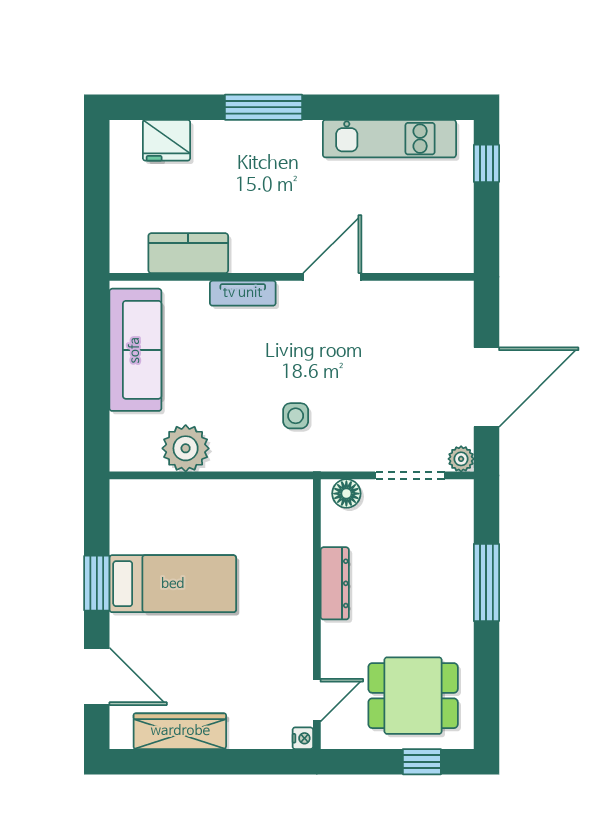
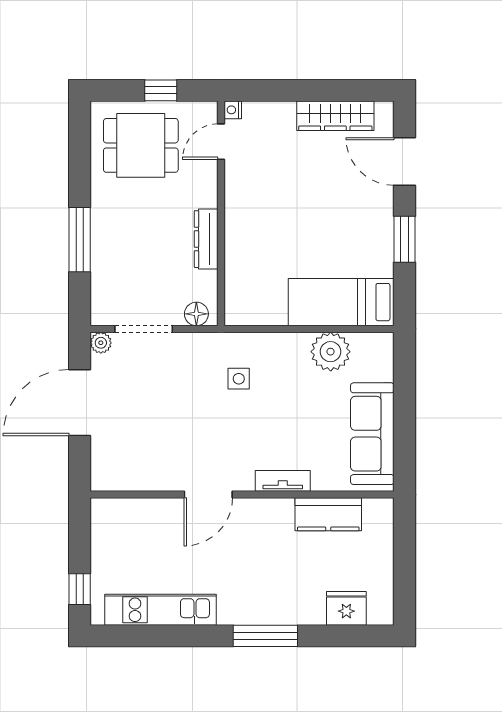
bed: (173, 584) -> (341, 302), moved
window: (422, 762) -> (161, 90), moved

